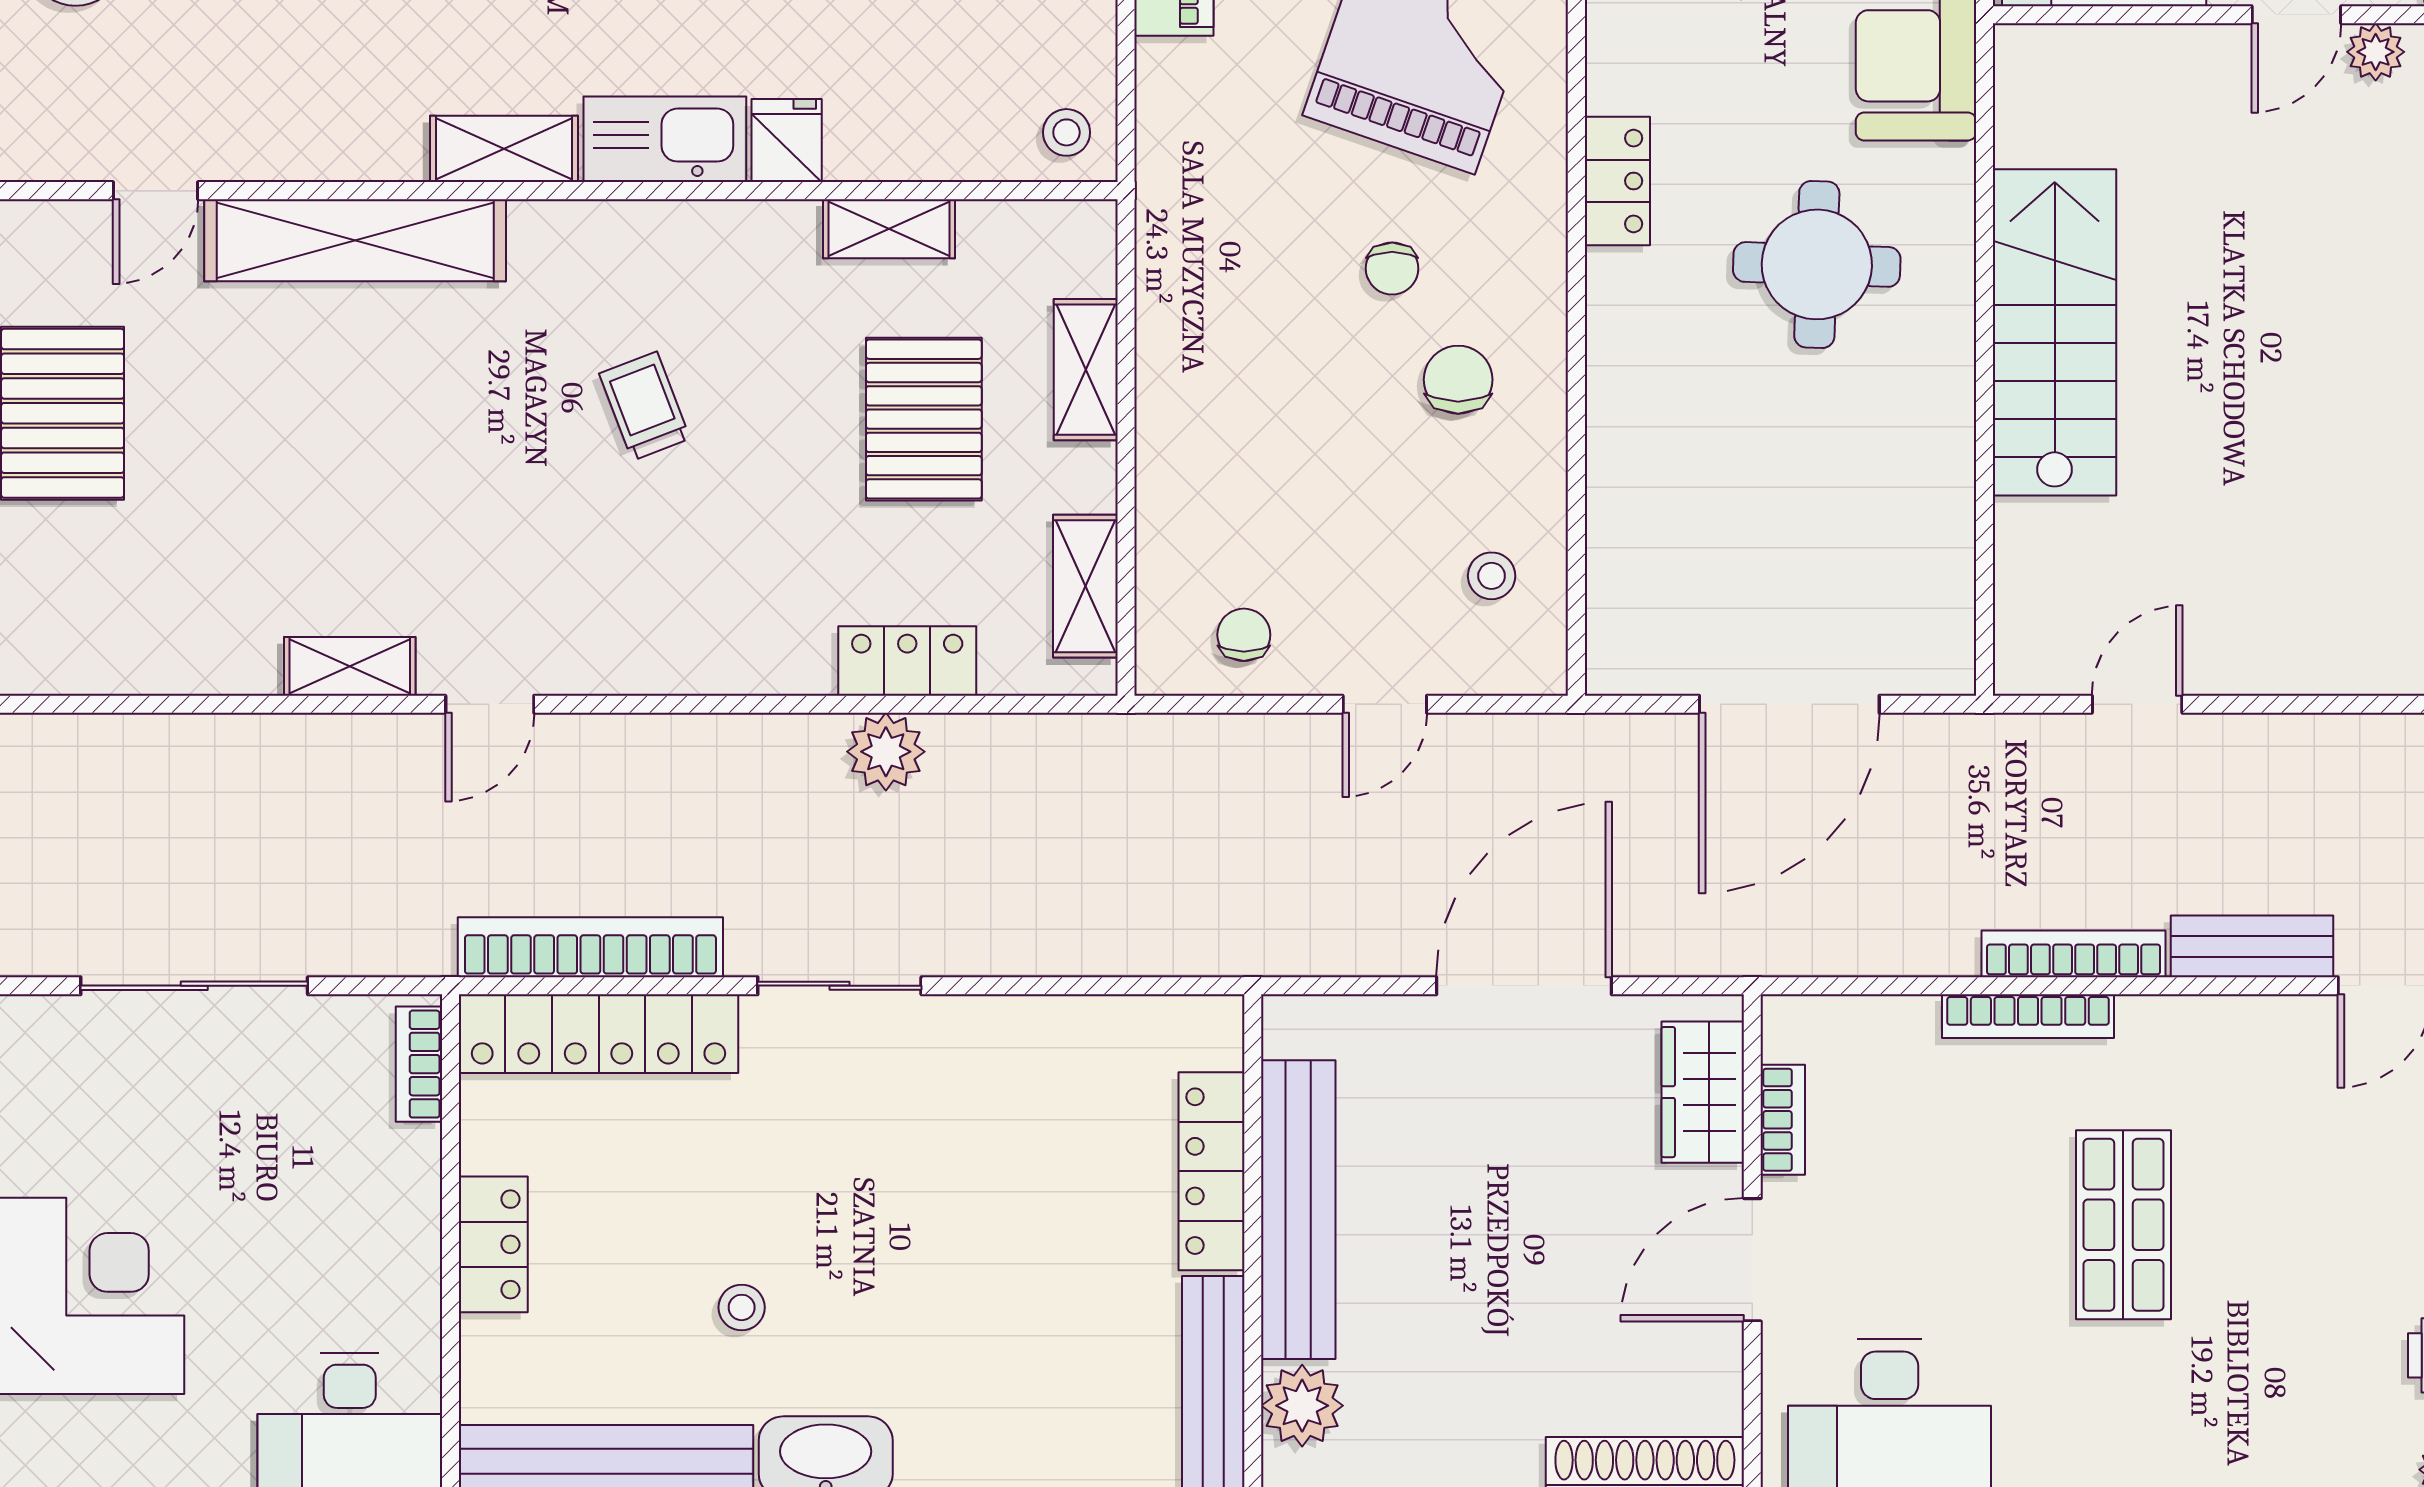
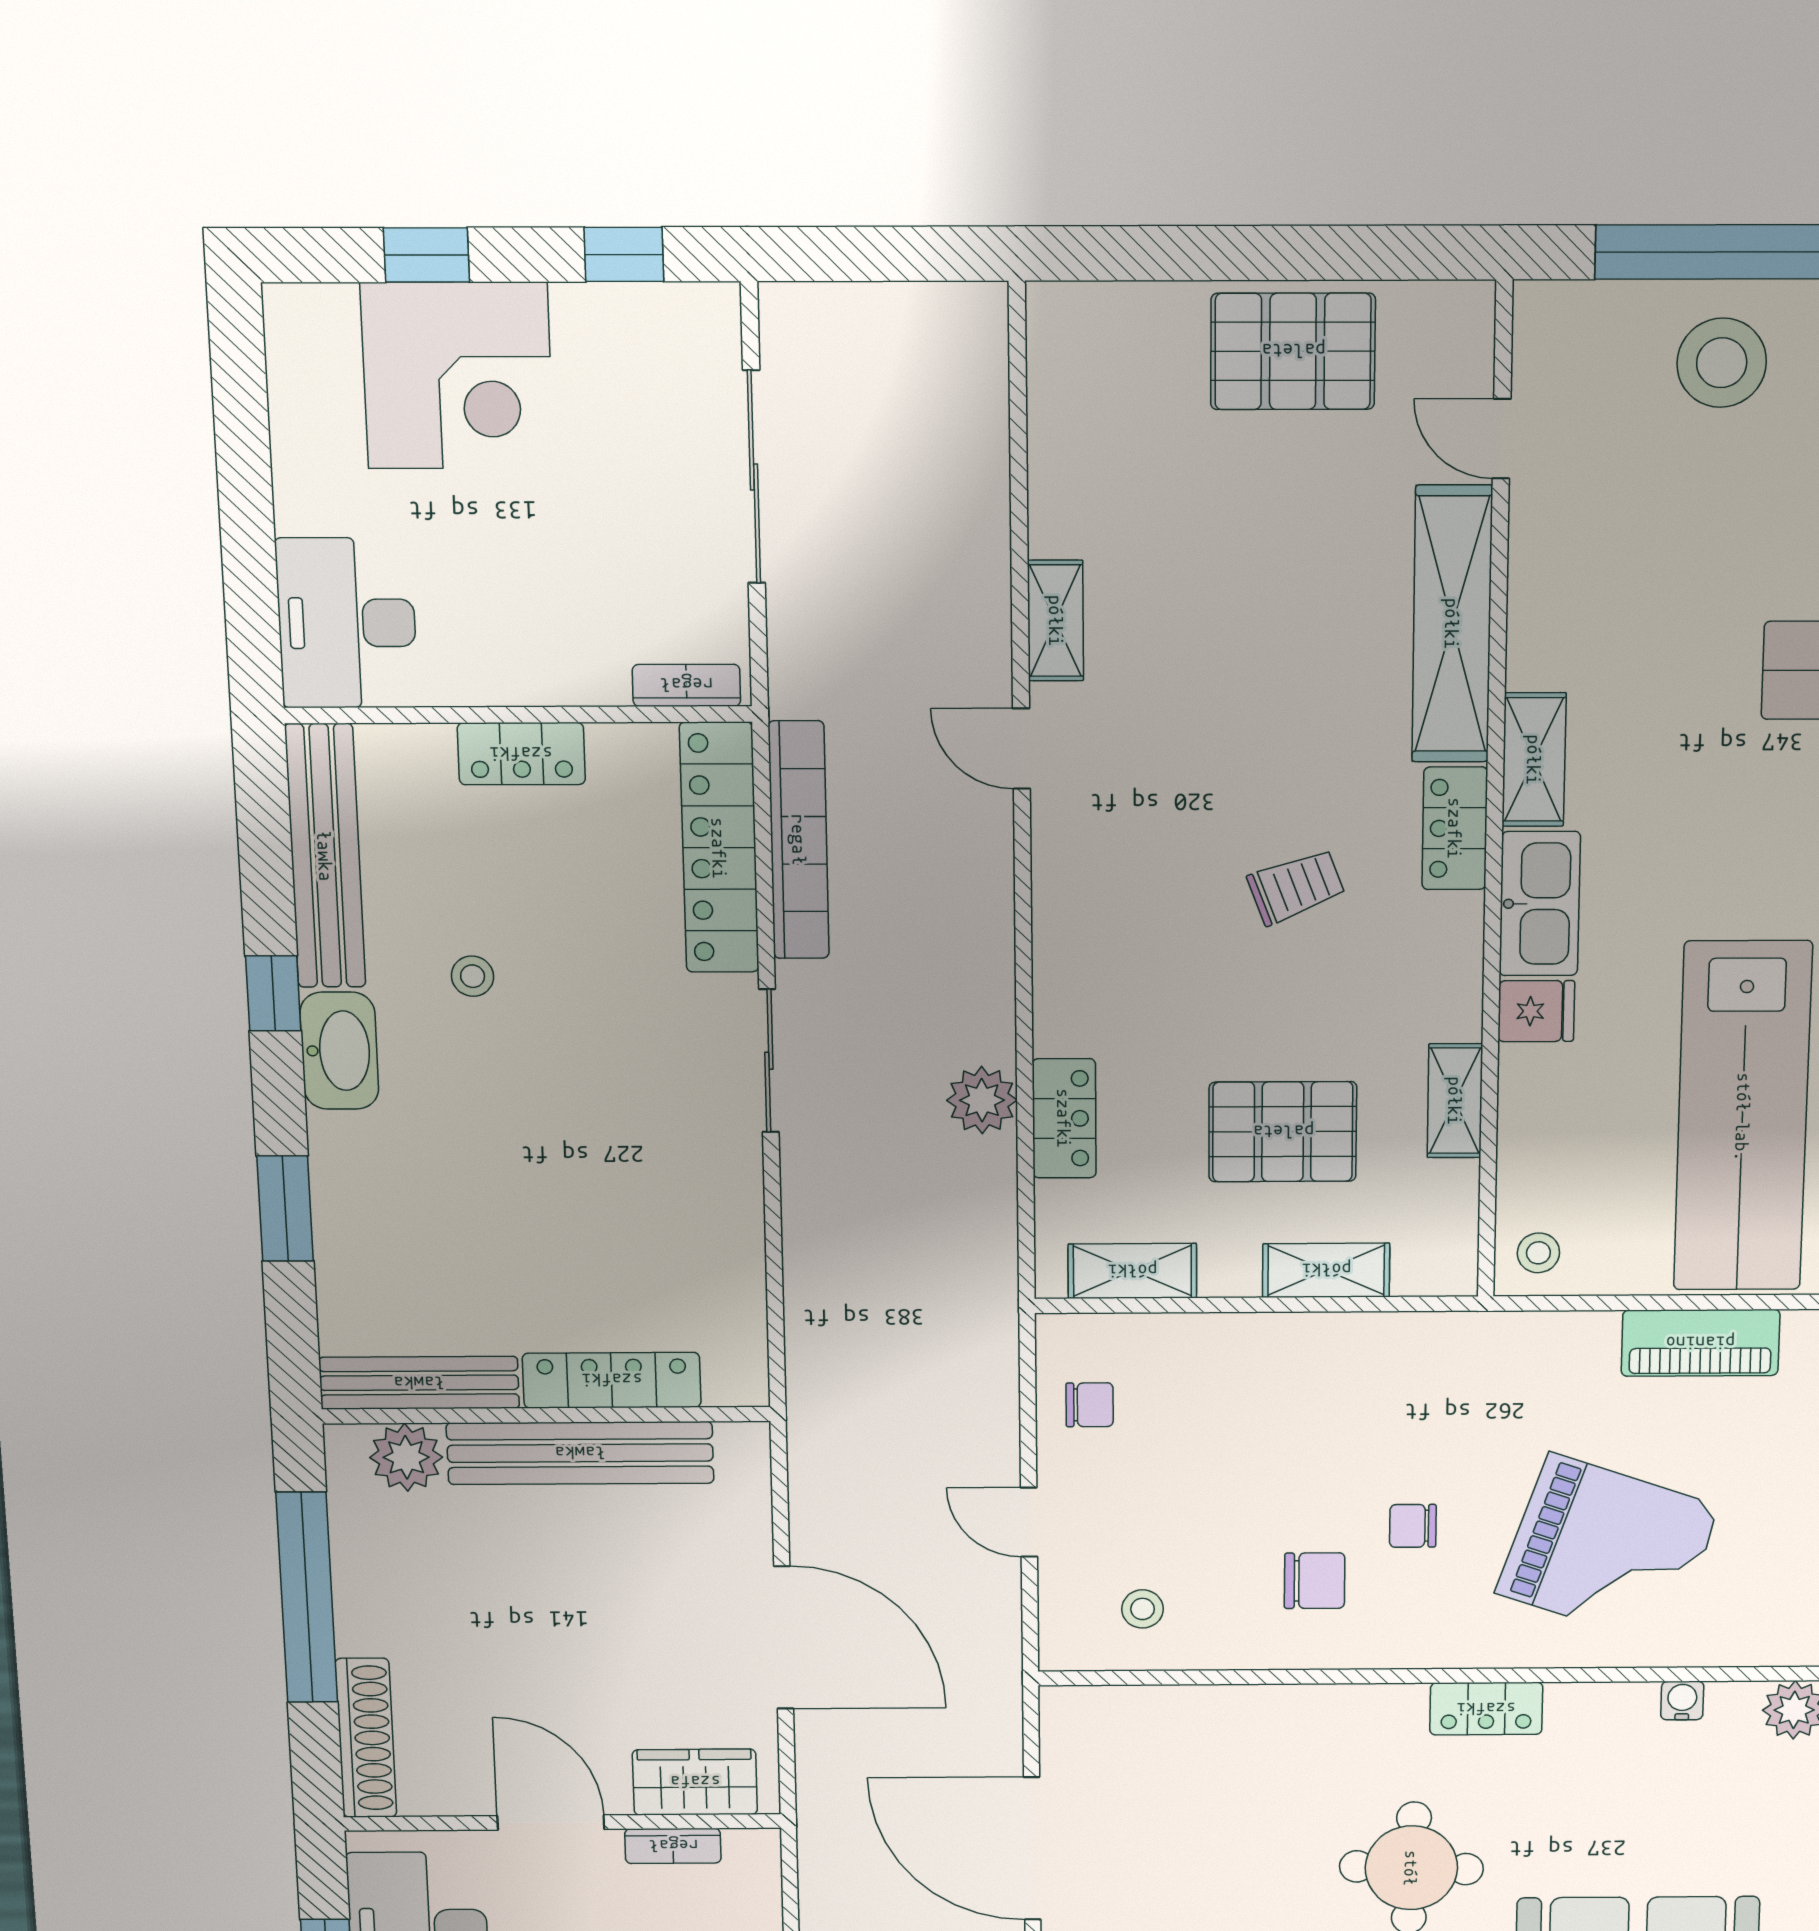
locker: (580, 234) -> (1455, 828), added

